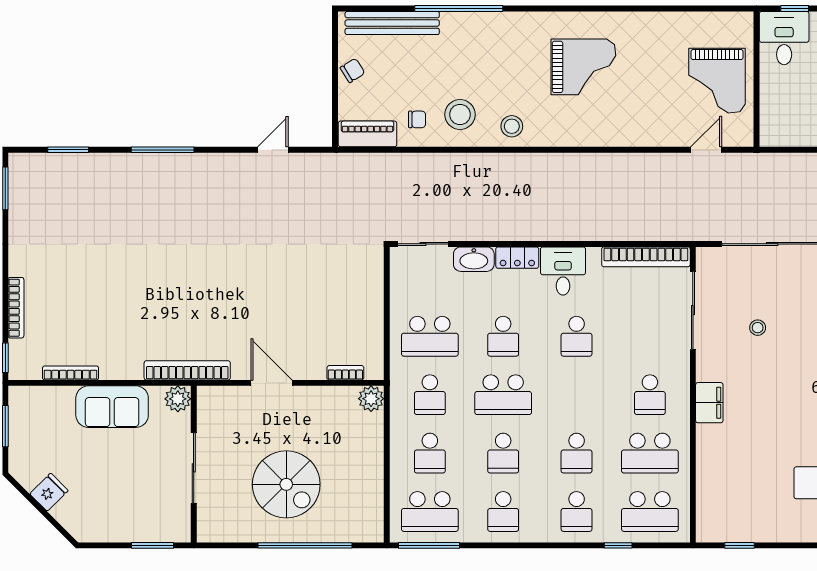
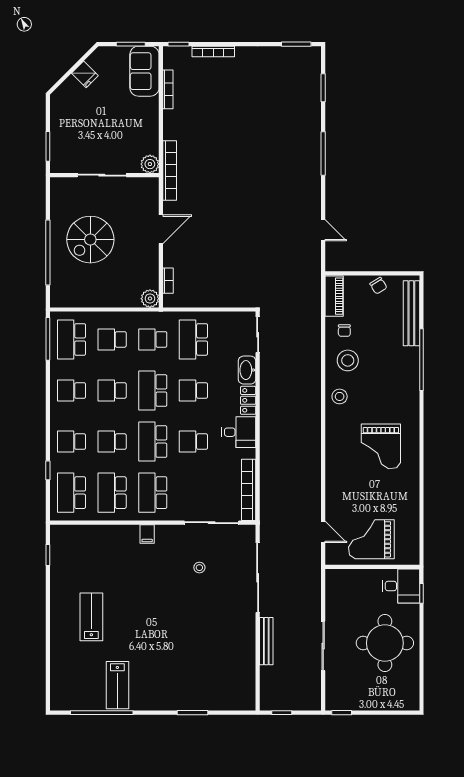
school desk: (577, 395) -> (153, 442), added
school desk: (650, 395) -> (153, 493), width x1.85
filing cabinet: (709, 403) -> (147, 534), width x0.50
sofa: (112, 407) -> (144, 71), moved

